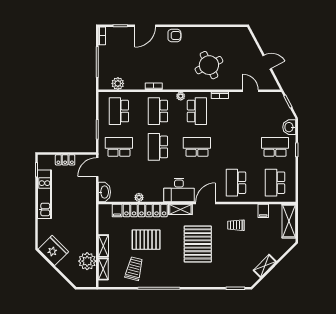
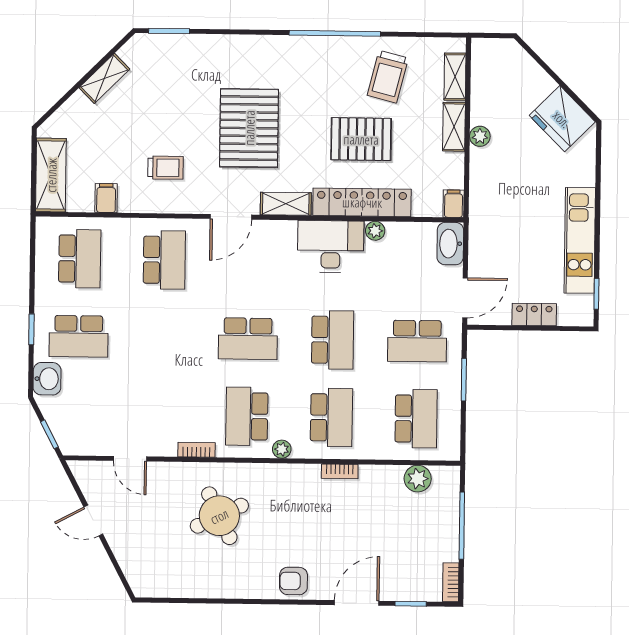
desk: (179, 190) -> (331, 246), moved
filing cabinet: (117, 210) -> (454, 204), moved
plant: (87, 261) -> (480, 136), moved, width x0.53, depth x0.53

